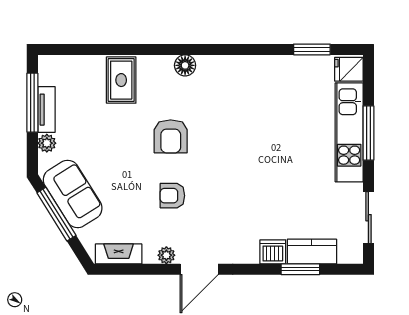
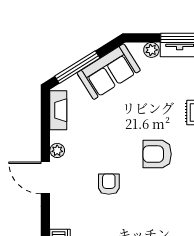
armchair: (172, 196) -> (109, 184), moved
window: (56, 214) -> (77, 67), moved

